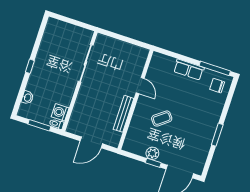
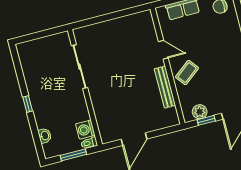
door: (140, 86) -> (163, 50), moved
wall: (135, 100) -> (168, 66), moved
bench: (124, 114) -> (165, 87), moved

